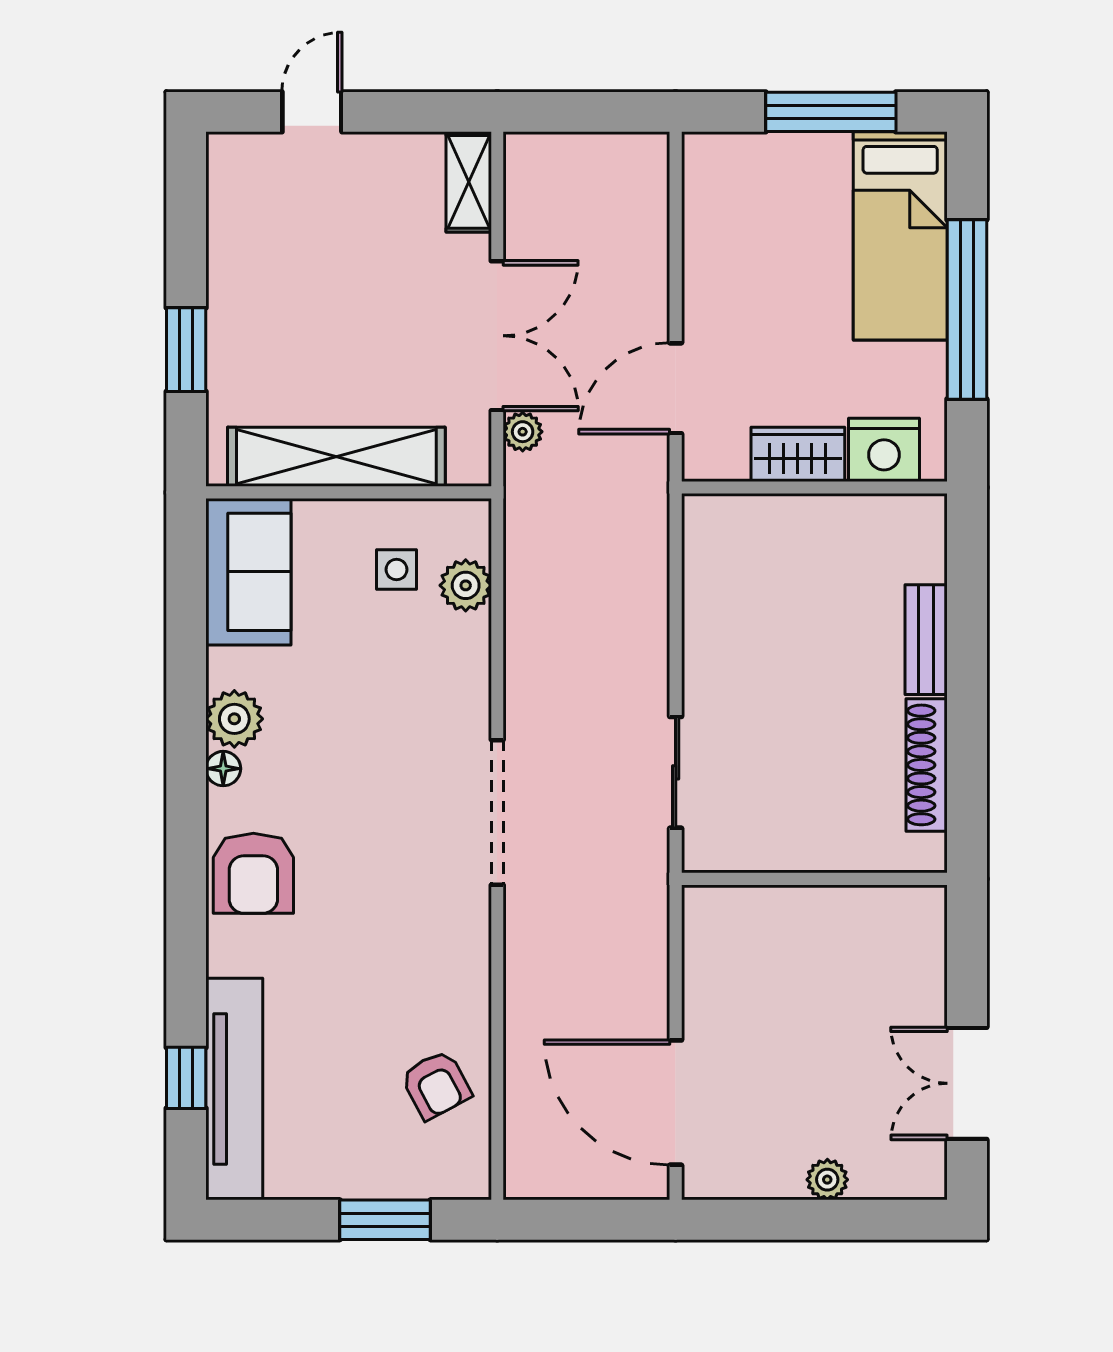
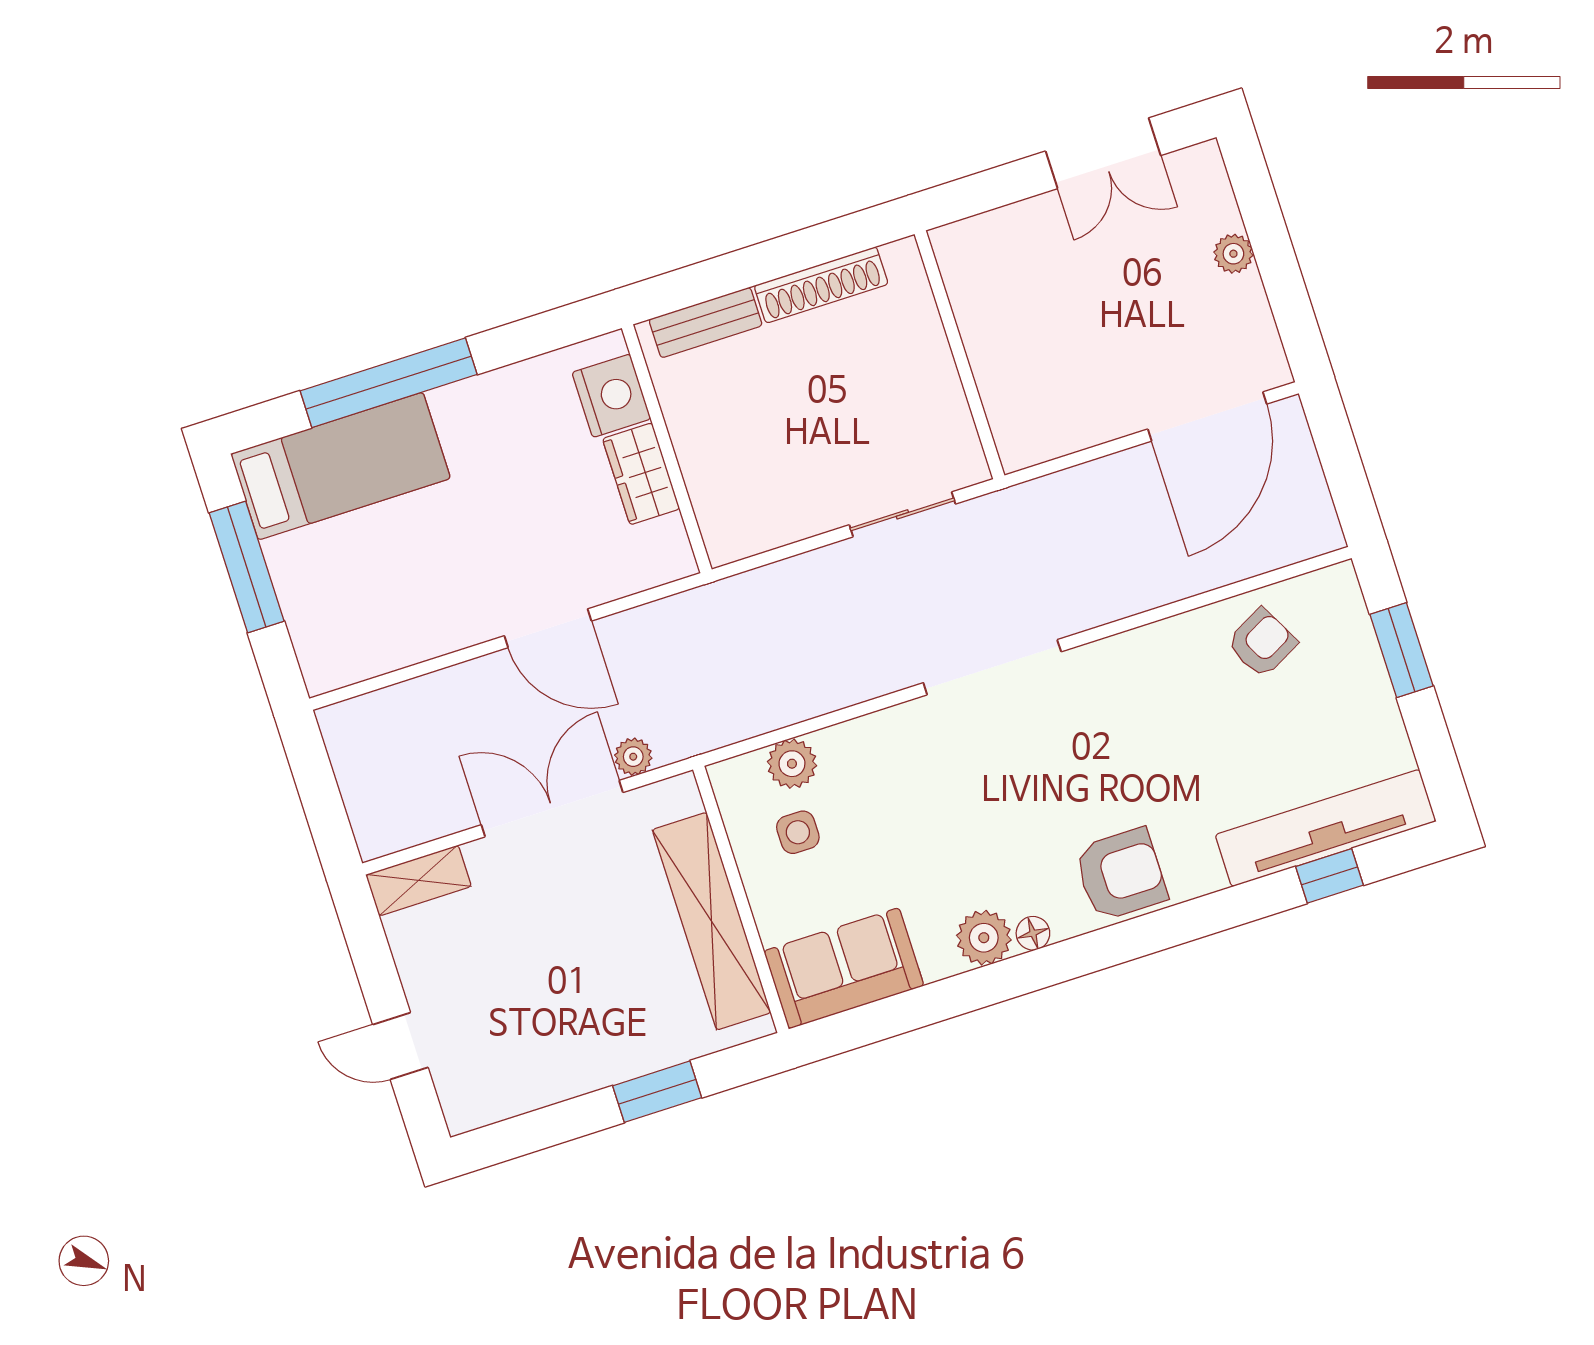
nightstand: (884, 450) -> (611, 396), moved
wardrobe: (798, 454) -> (641, 474), moved
wall: (814, 487) -> (667, 449), moved

